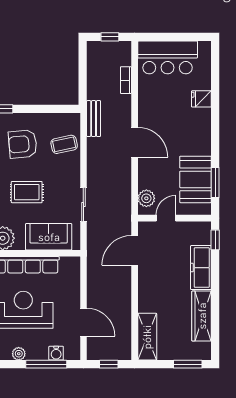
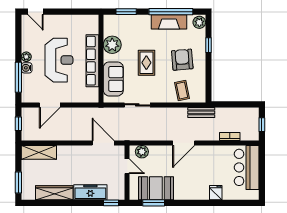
water cooler: (56, 353) -> (27, 68), moved

